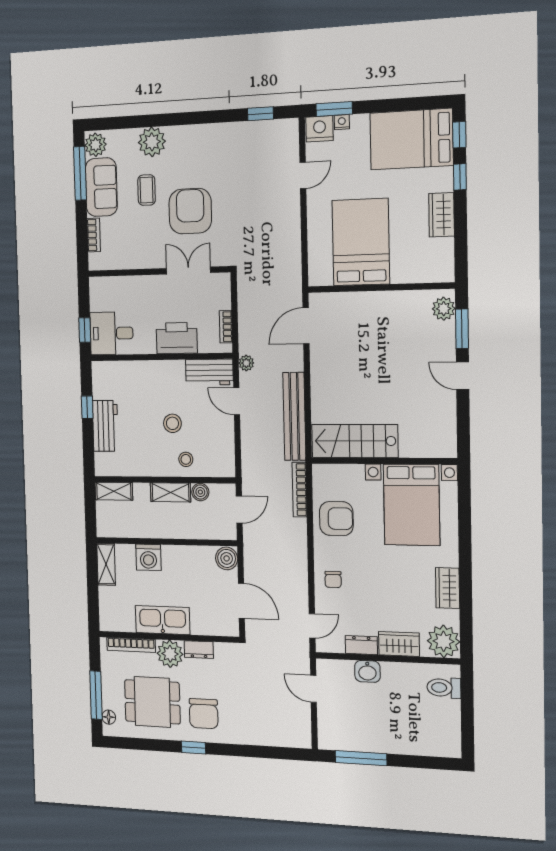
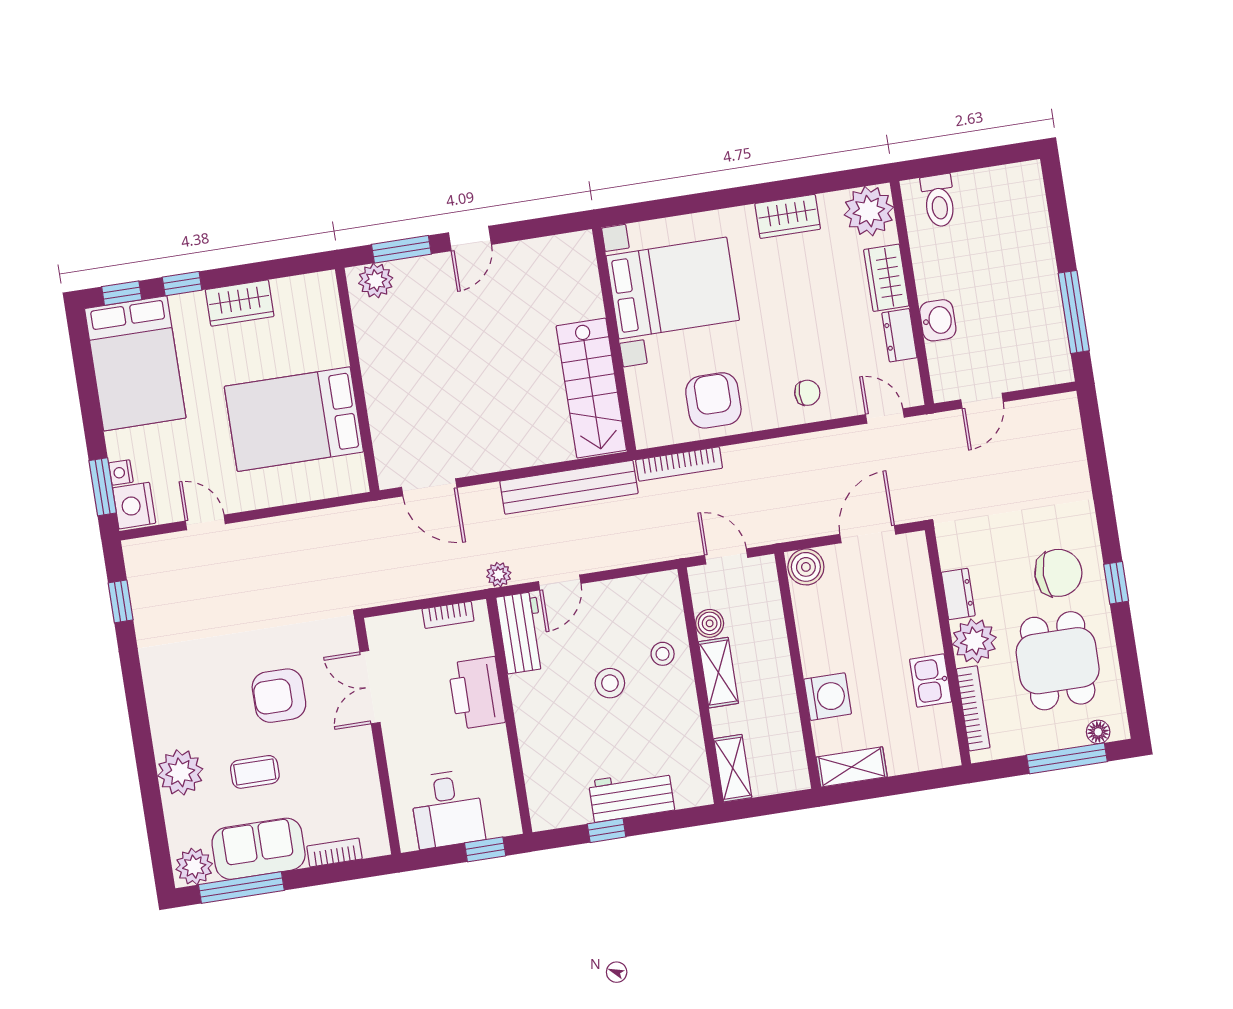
armchair: (190, 211) -> (279, 696), width x0.73, depth x0.73
desk: (112, 333) -> (447, 809), moved
kitchen sink: (163, 620) -> (931, 681), width x0.53, depth x0.81

